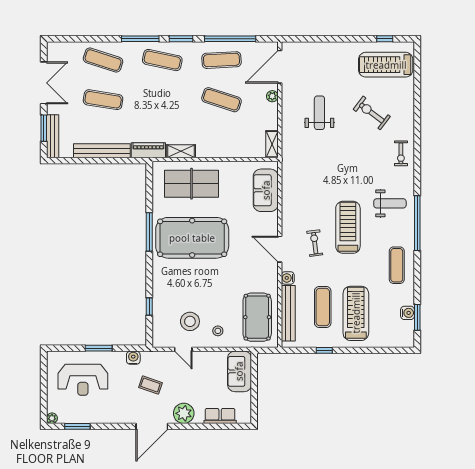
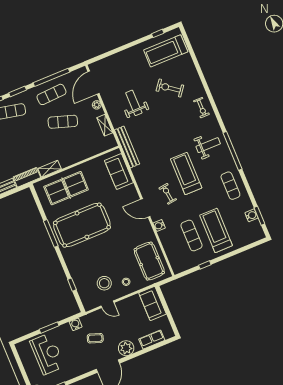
shelving: (272, 144) -> (105, 125), moved
bench: (288, 313) -> (127, 147), moved
reception desk: (83, 380) -> (47, 354), turned -90

